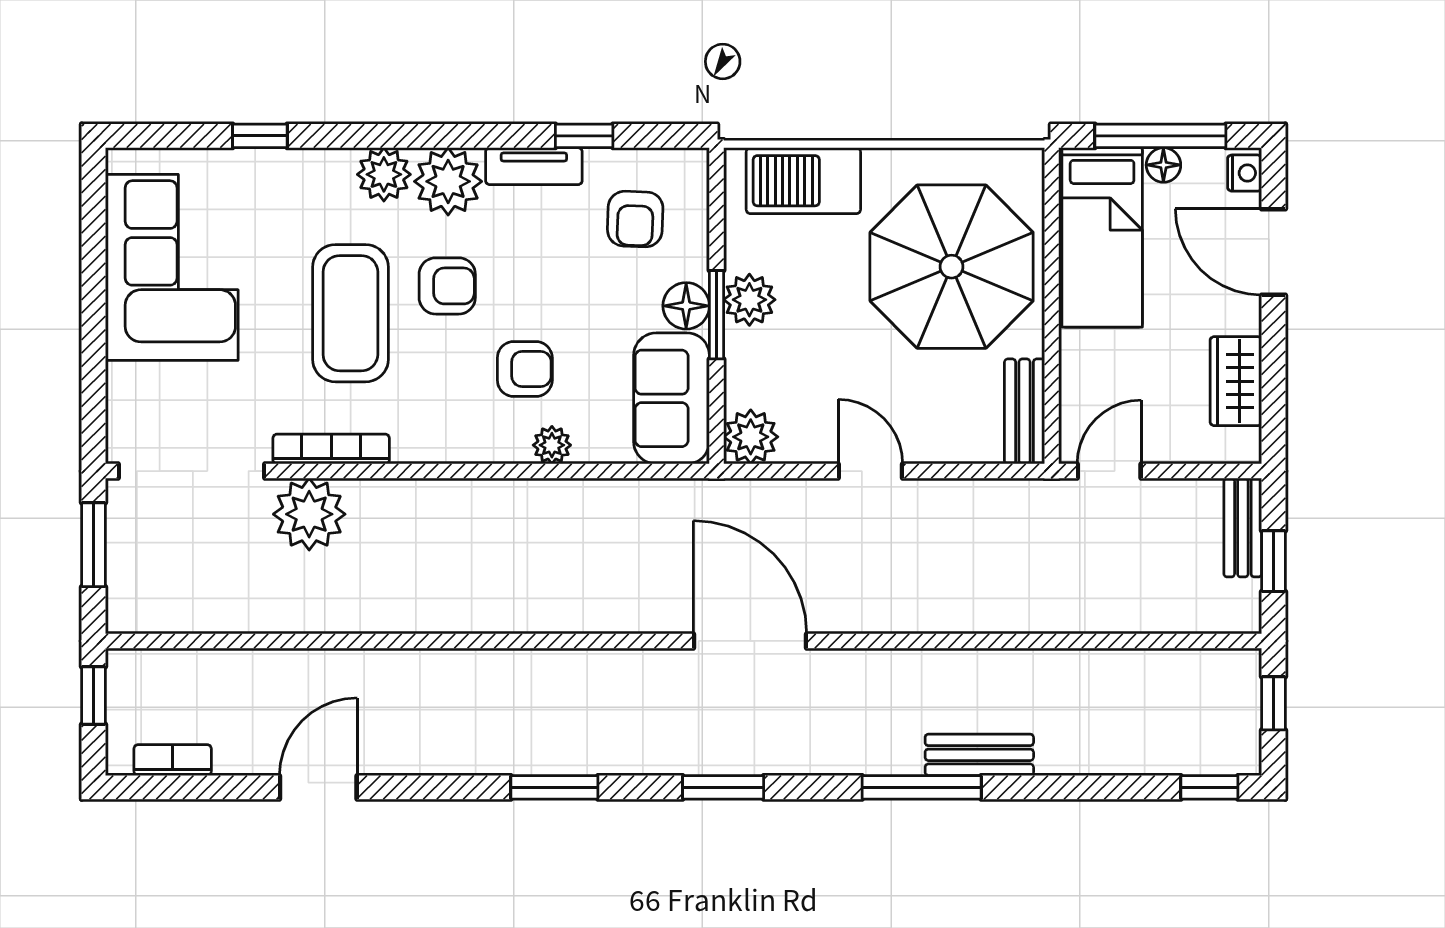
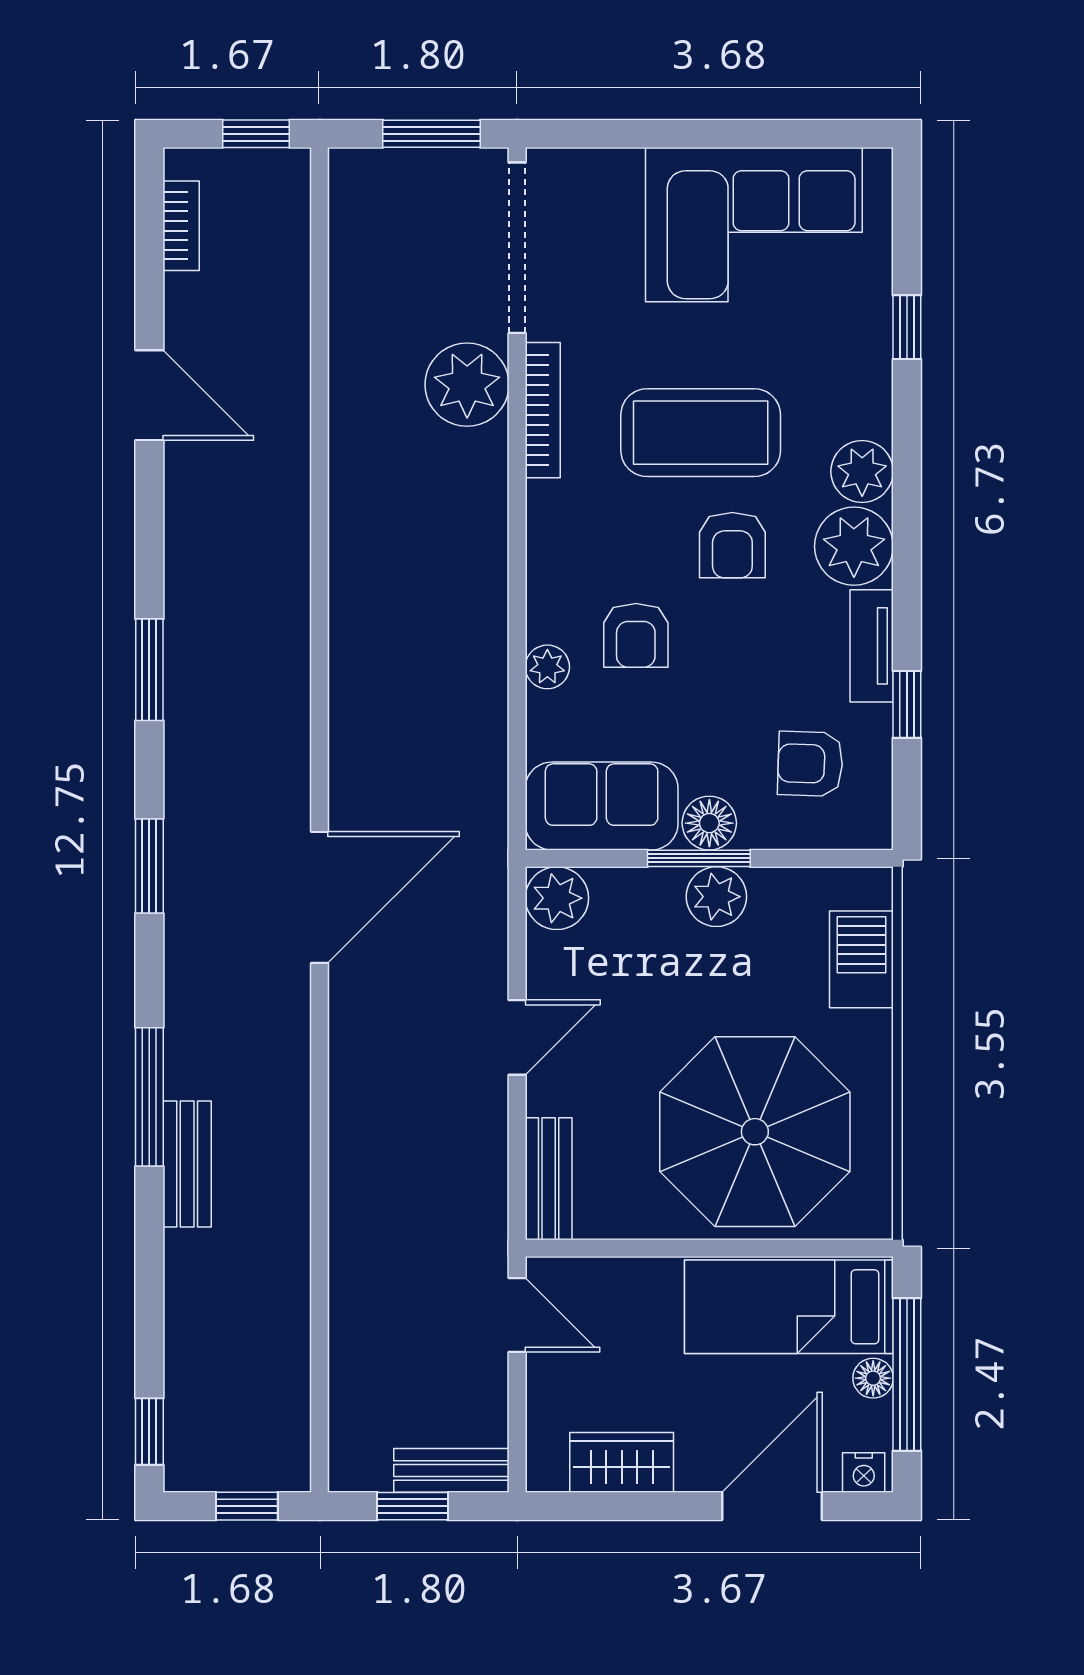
barbecue: (803, 181) -> (861, 959), width x0.73, depth x0.83
bench: (1024, 411) -> (549, 1179), moved, turned 90

